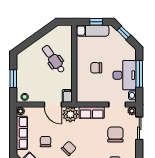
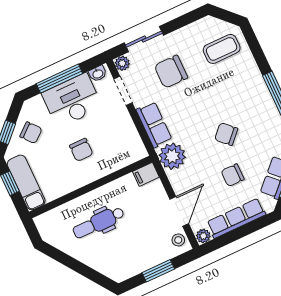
chair: (118, 45) -> (31, 133), added
dental chair: (54, 59) -> (99, 223), turned 36
door: (53, 104) -> (179, 211), moved

